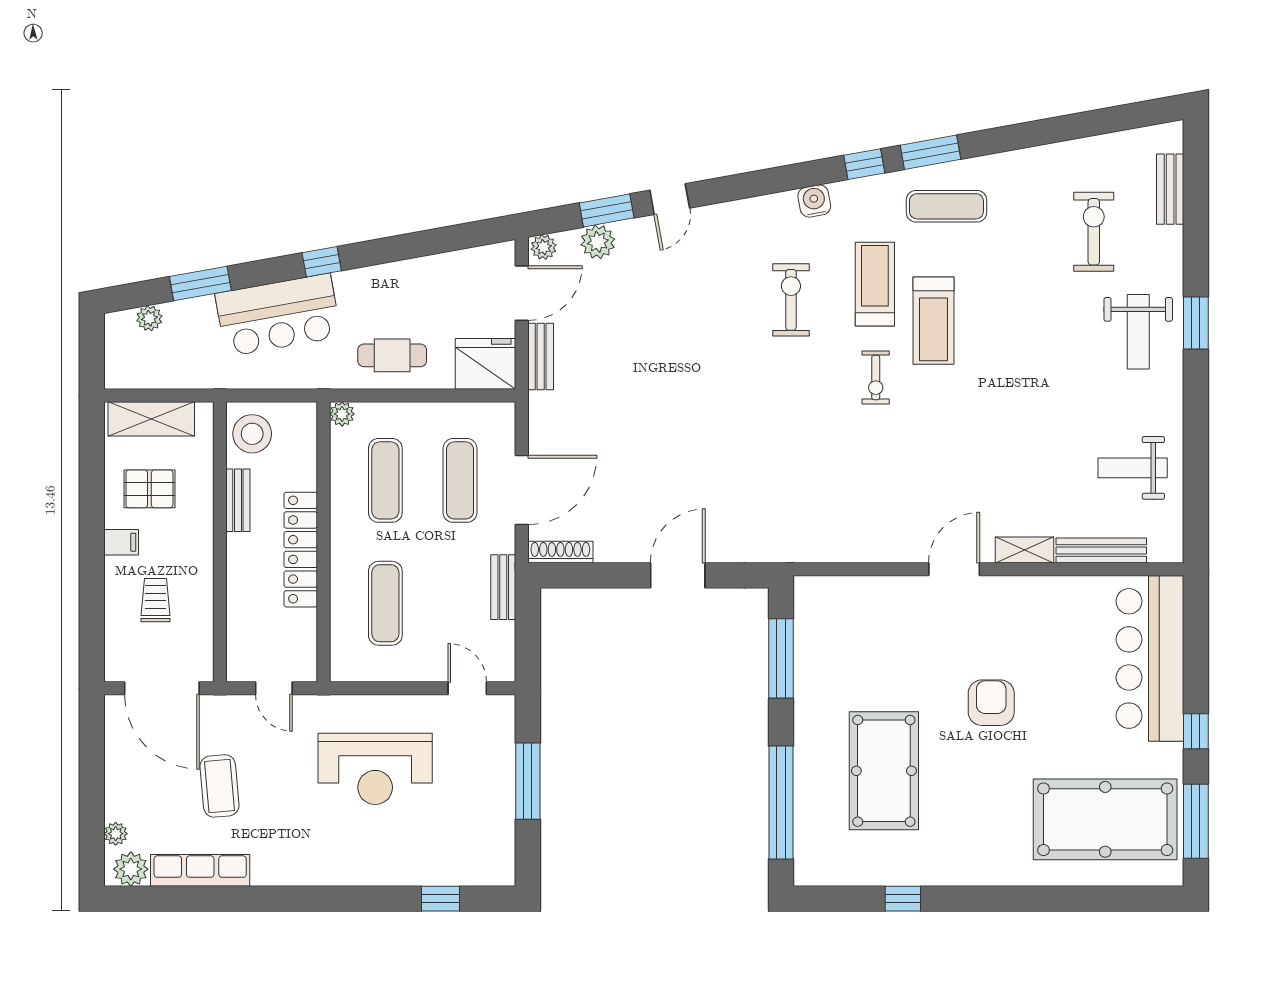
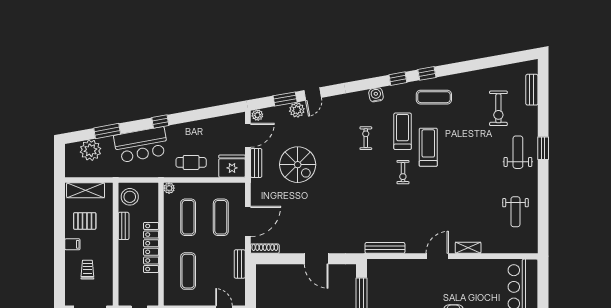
window: (931, 152) -> (427, 73), width x0.67
exercise bike: (1094, 232) -> (498, 108), turned 180
plant: (598, 242) -> (297, 110), moved
exercise bike: (791, 300) -> (366, 138), width x0.73, depth x0.72
plant: (149, 318) -> (91, 150), width x1.87, depth x1.87
treadmill: (934, 321) -> (428, 147), turned 180
weight bench: (1138, 332) -> (518, 152), turned 180
spiral stairs: (635, 360) -> (298, 165), added
weight bench: (1133, 468) -> (515, 212), turned -90
bench: (1101, 551) -> (385, 248), moved
door: (678, 575) -> (316, 259), swing flipped

